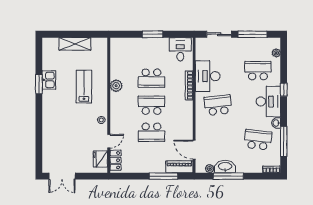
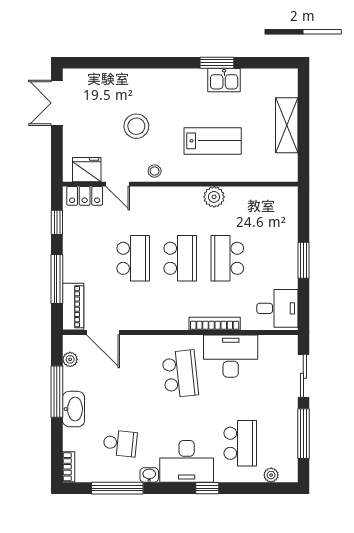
stool: (75, 130) -> (136, 126), added
school desk: (151, 132) -> (133, 258), turned 180
school desk: (258, 140) -> (120, 443), width x0.54
door: (194, 150) -> (103, 332), swing flipped
washbasin: (225, 167) -> (74, 409), moved
window: (131, 176) -> (57, 222), added

